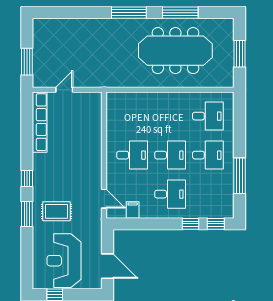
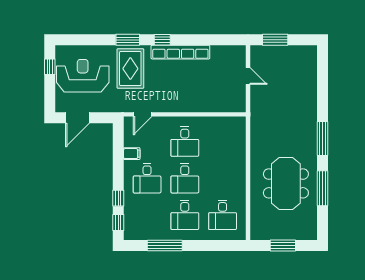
meeting table: (175, 51) -> (286, 183), width x0.73
row of seats: (40, 122) -> (180, 52), moved
filing cabinet: (133, 210) -> (132, 154), moved
rug: (57, 211) -> (130, 69), width x1.36, depth x1.43

